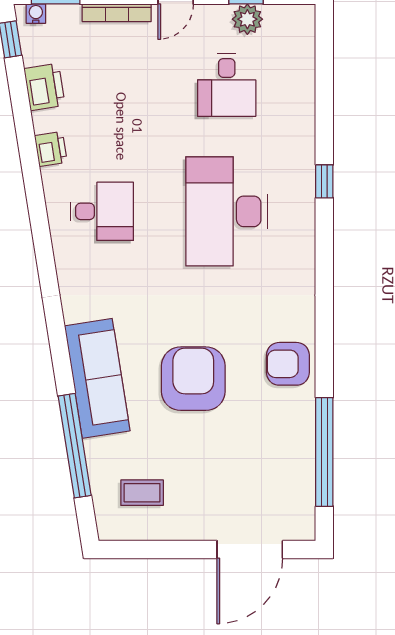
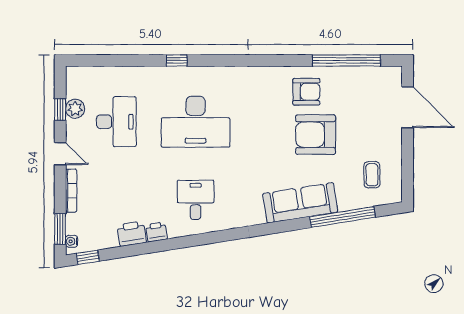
desk: (227, 85) -> (116, 122), width x1.37
printer: (44, 87) -> (132, 234), moved
armchair: (288, 364) -> (306, 92), moved, turned -90
armchair: (193, 379) -> (316, 135), moved

